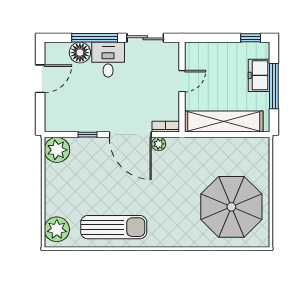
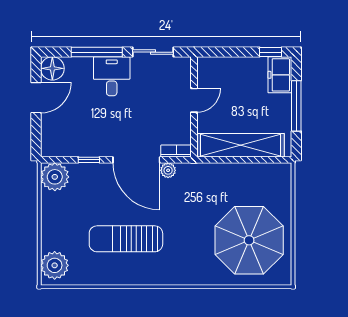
floor lamp: (80, 53) -> (52, 68), moved
freezer: (259, 75) -> (280, 75), moved
sun lounger: (114, 227) -> (126, 239), moved, turned 180

